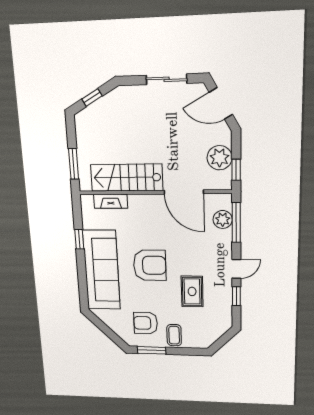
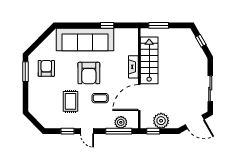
door: (221, 103) -> (195, 122), swing flipped
fireplace: (111, 201) -> (133, 67), moved
rug: (192, 291) -> (70, 101), turned 90
coffee table: (174, 335) -> (100, 98), moved

